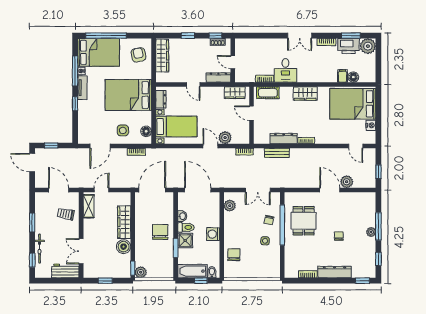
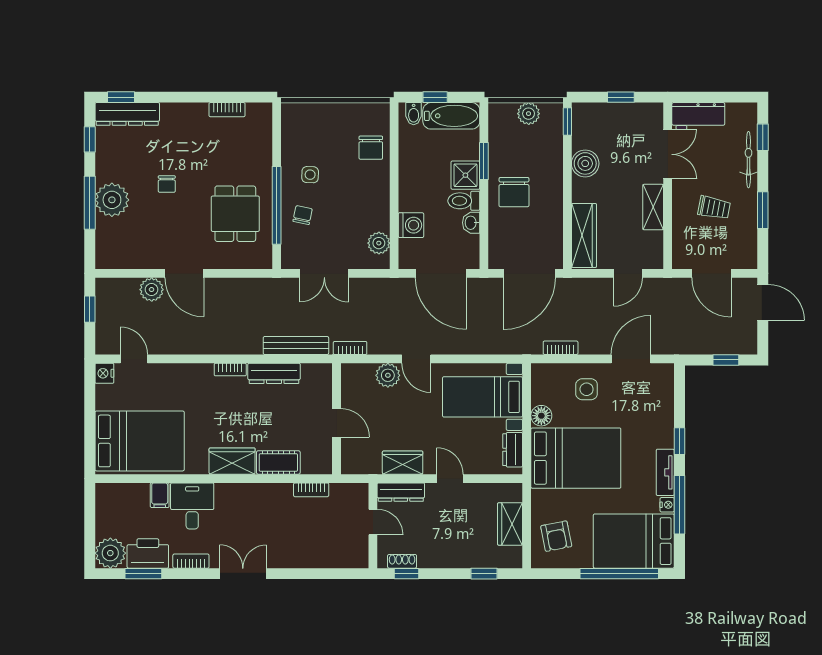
window: (188, 36) -> (484, 574), moved
wardrobe: (162, 56) -> (510, 524), width x0.67
desk: (285, 70) -> (192, 506), moved
floor lamp: (353, 77) -> (139, 493), removed
wardrobe: (235, 93) -> (403, 463), moved
cot: (268, 93) -> (278, 462), moved
nightstand: (371, 125) -> (104, 373), moved
floor lamp: (146, 131) -> (541, 416), moved
bench: (277, 153) -> (296, 345), width x1.36
door: (32, 163) -> (763, 302), moved
double door: (258, 190) -> (324, 273), swing flipped
shelving: (89, 206) -> (653, 207), moved
trolley: (66, 214) -> (714, 208), moved
wardrobe: (124, 222) -> (584, 235), moved
plant: (371, 232) -> (112, 200), width x1.87, depth x1.87
washing machine: (213, 234) -> (411, 225), moved
plant: (141, 272) -> (529, 114), moved
dresser: (335, 272) -> (127, 114), moved

